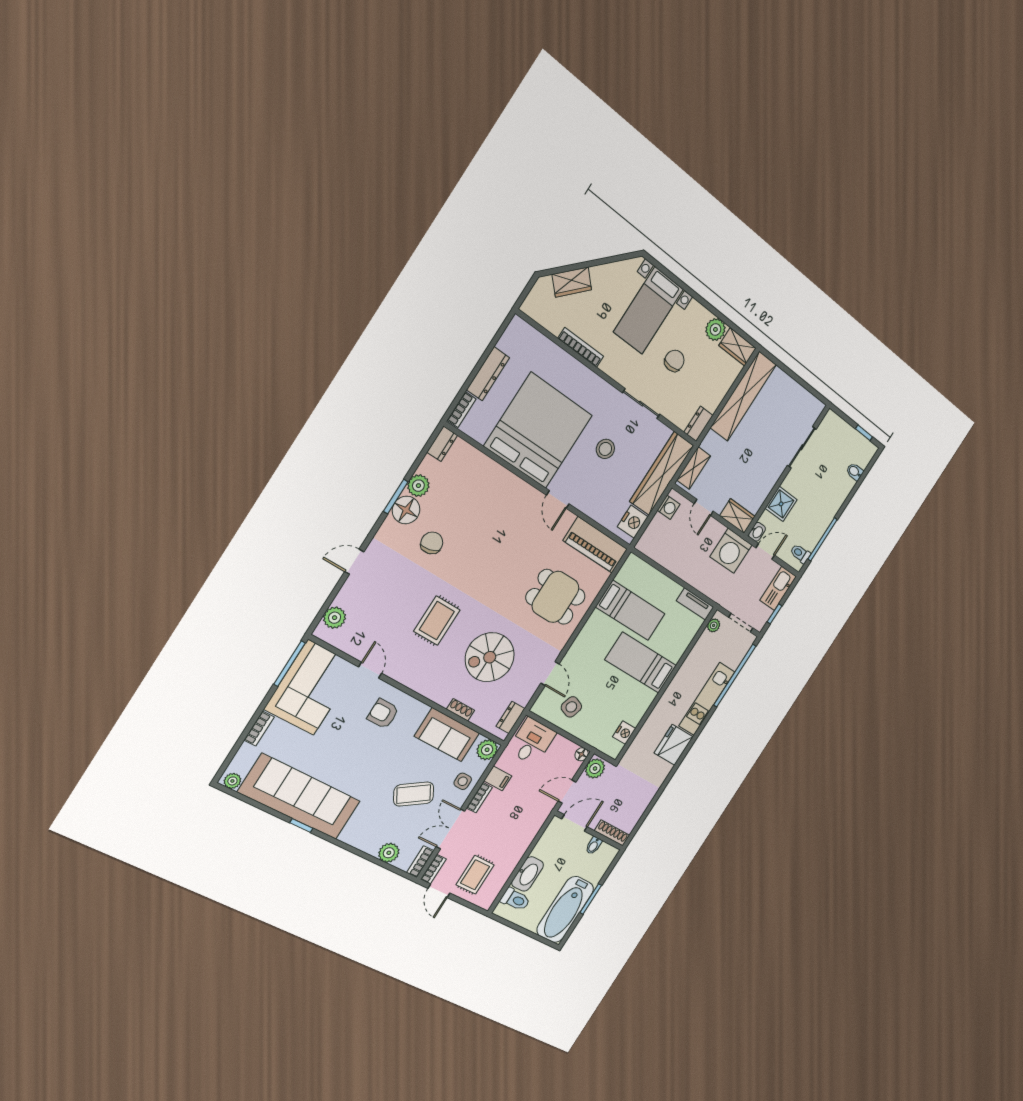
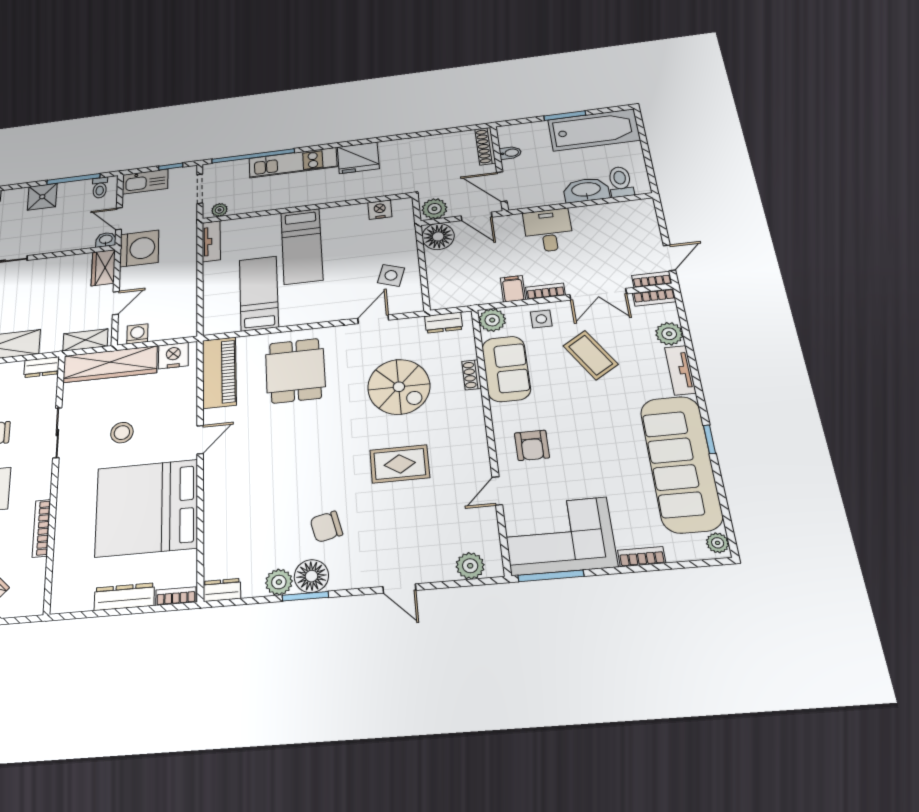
shower: (781, 504) -> (42, 197), moved
desk: (532, 741) -> (548, 230), moved, turned 90
floor lamp: (582, 754) -> (438, 236), width x1.89, depth x1.89
tv unit: (360, 841) -> (680, 370), added
rug: (475, 875) -> (626, 237), removed

